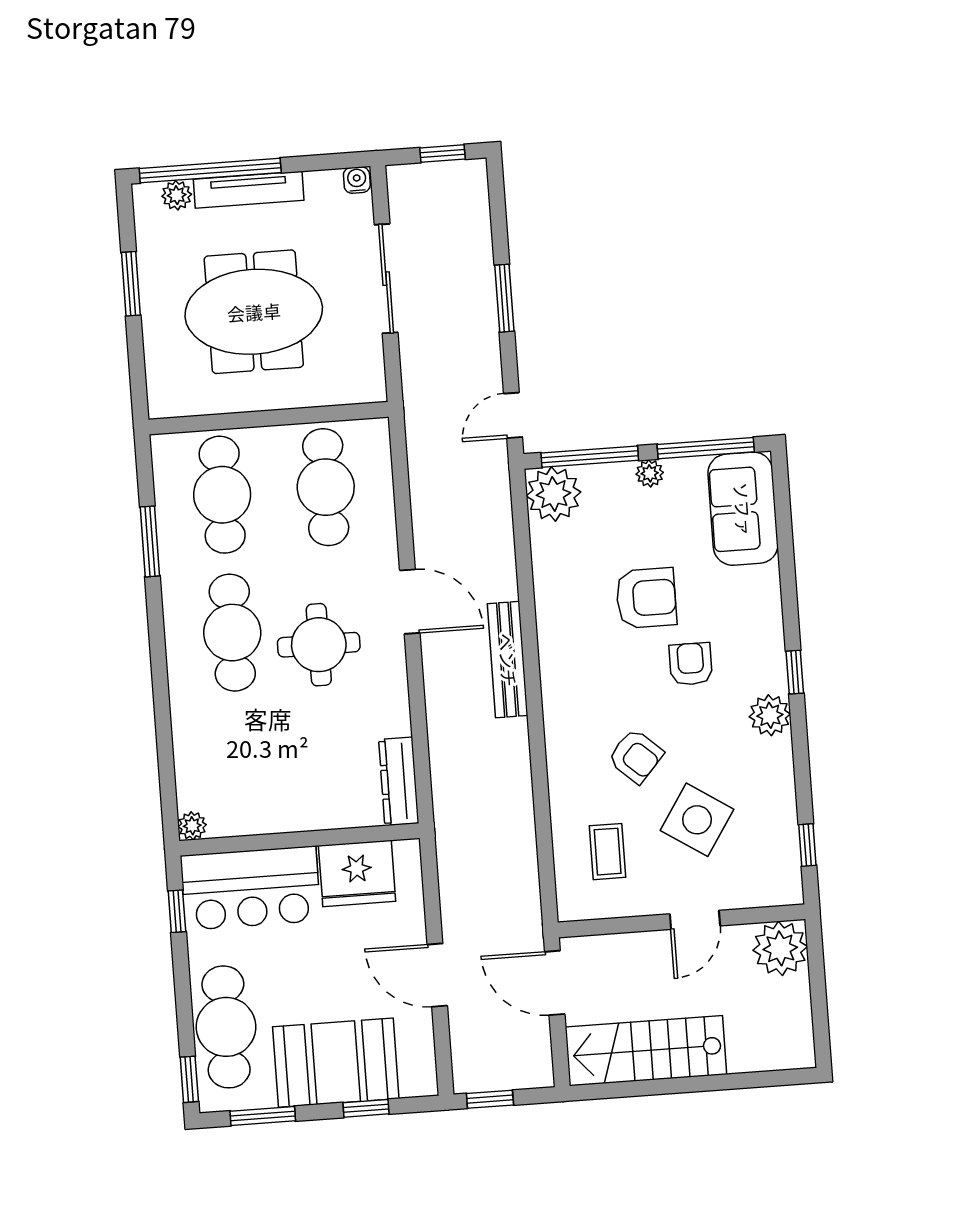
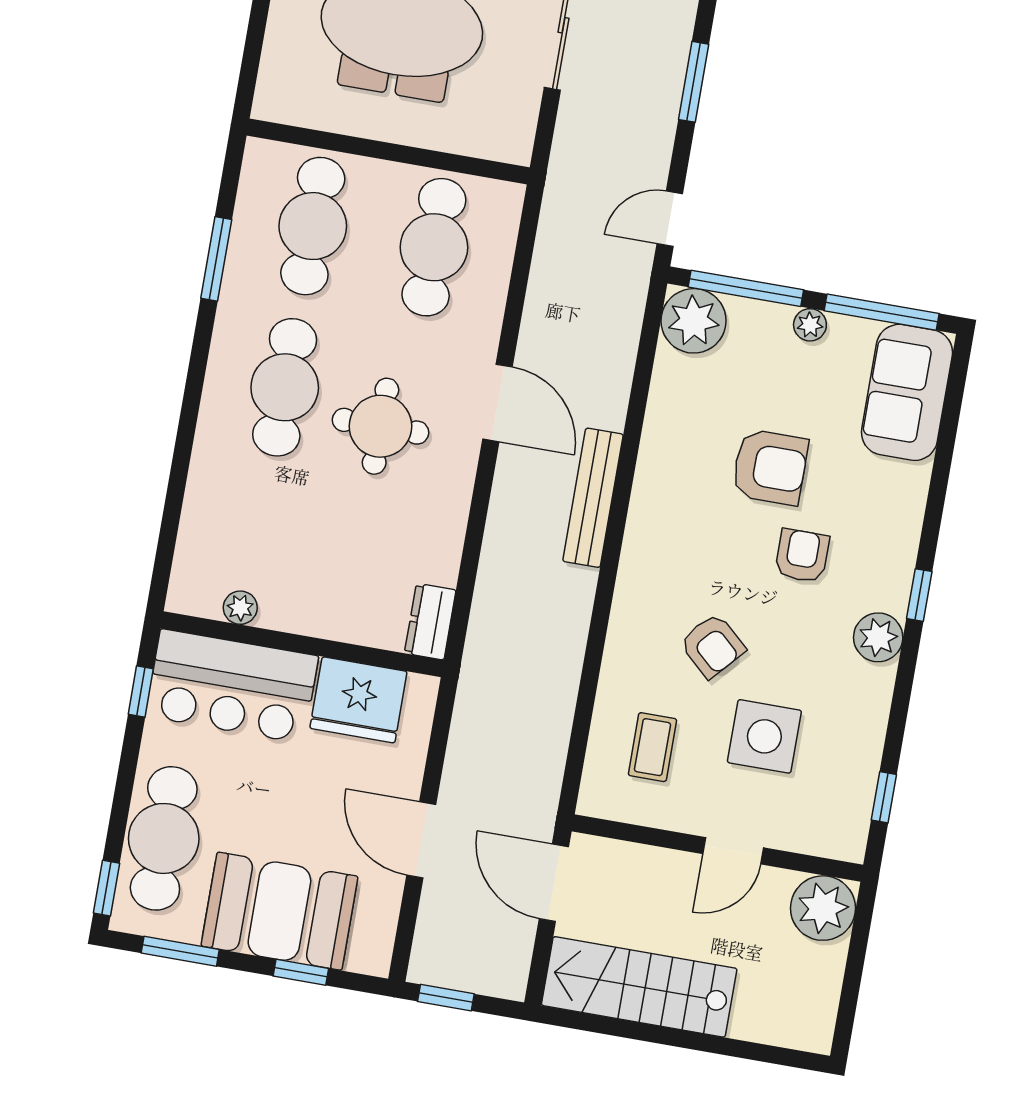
dresser: (399, 781) -> (430, 622), width x0.70
side table: (697, 820) -> (764, 736), turned -33
plant: (192, 826) -> (240, 608), moved

